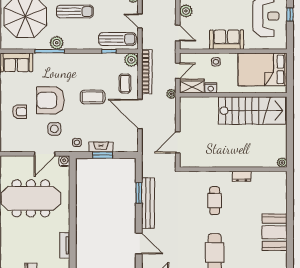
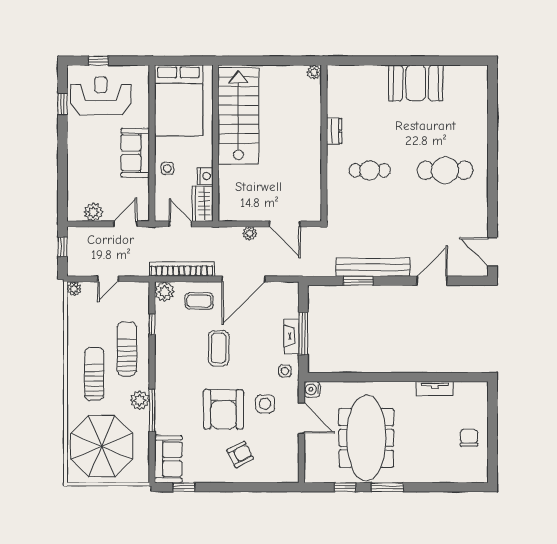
sun lounger: (117, 39) -> (127, 349), moved
plant: (171, 94) -> (250, 233), moved
armchair: (20, 112) -> (240, 454), turned 63
window: (103, 155) -> (303, 333), width x1.44

